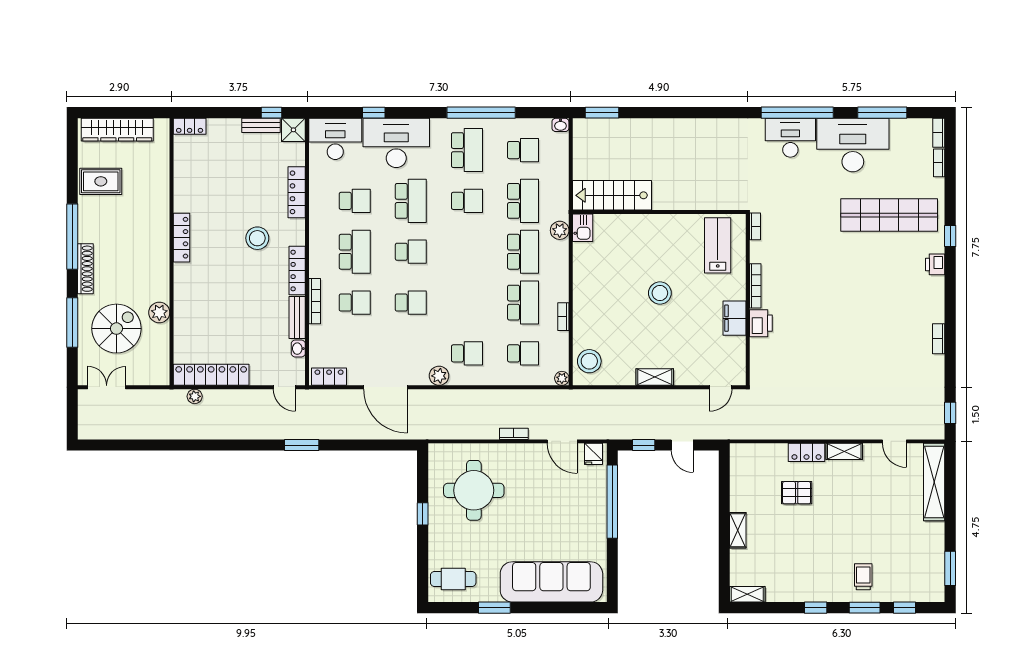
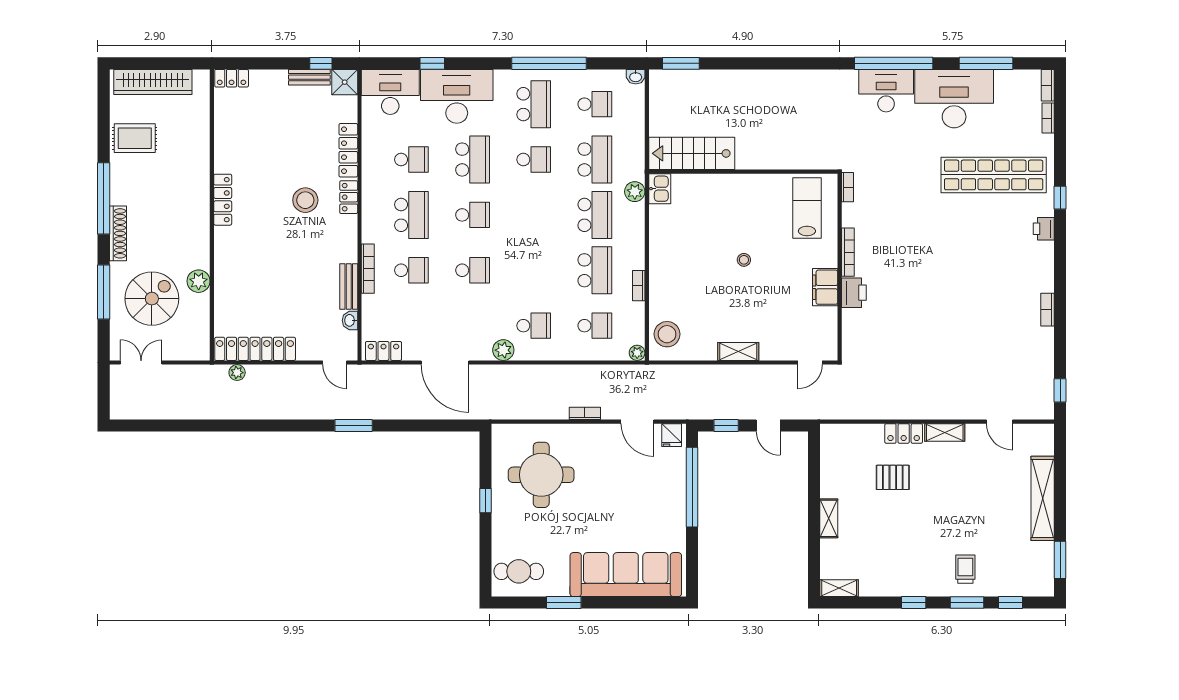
locker: (297, 271) -> (349, 197), moved, width x0.66
stool: (660, 293) -> (744, 260), width x0.53, depth x0.53
shelving: (934, 482) -> (1043, 498), moved

